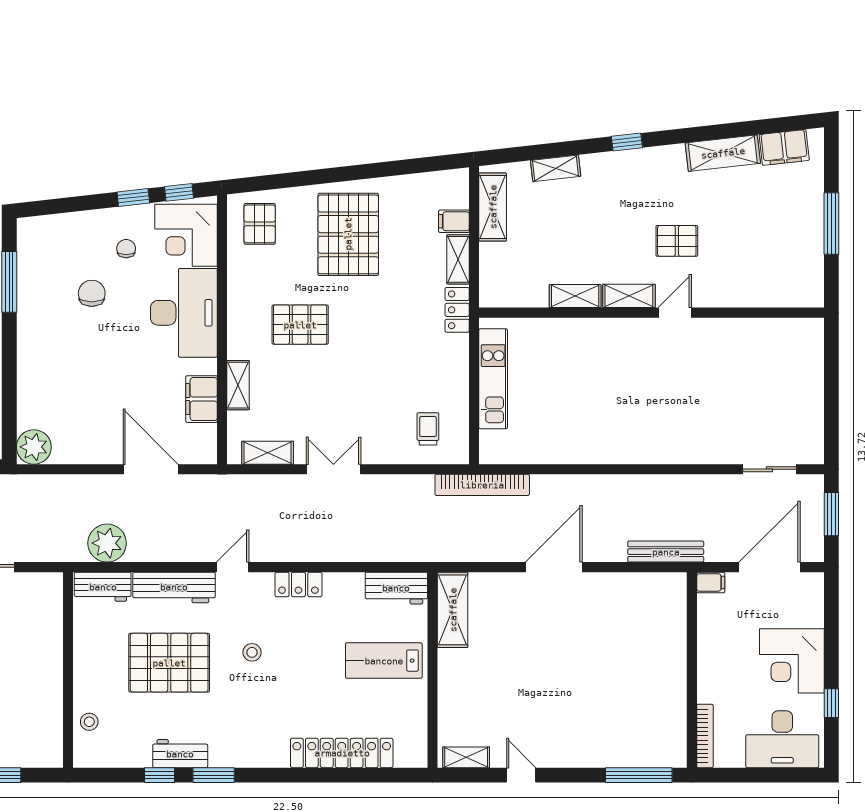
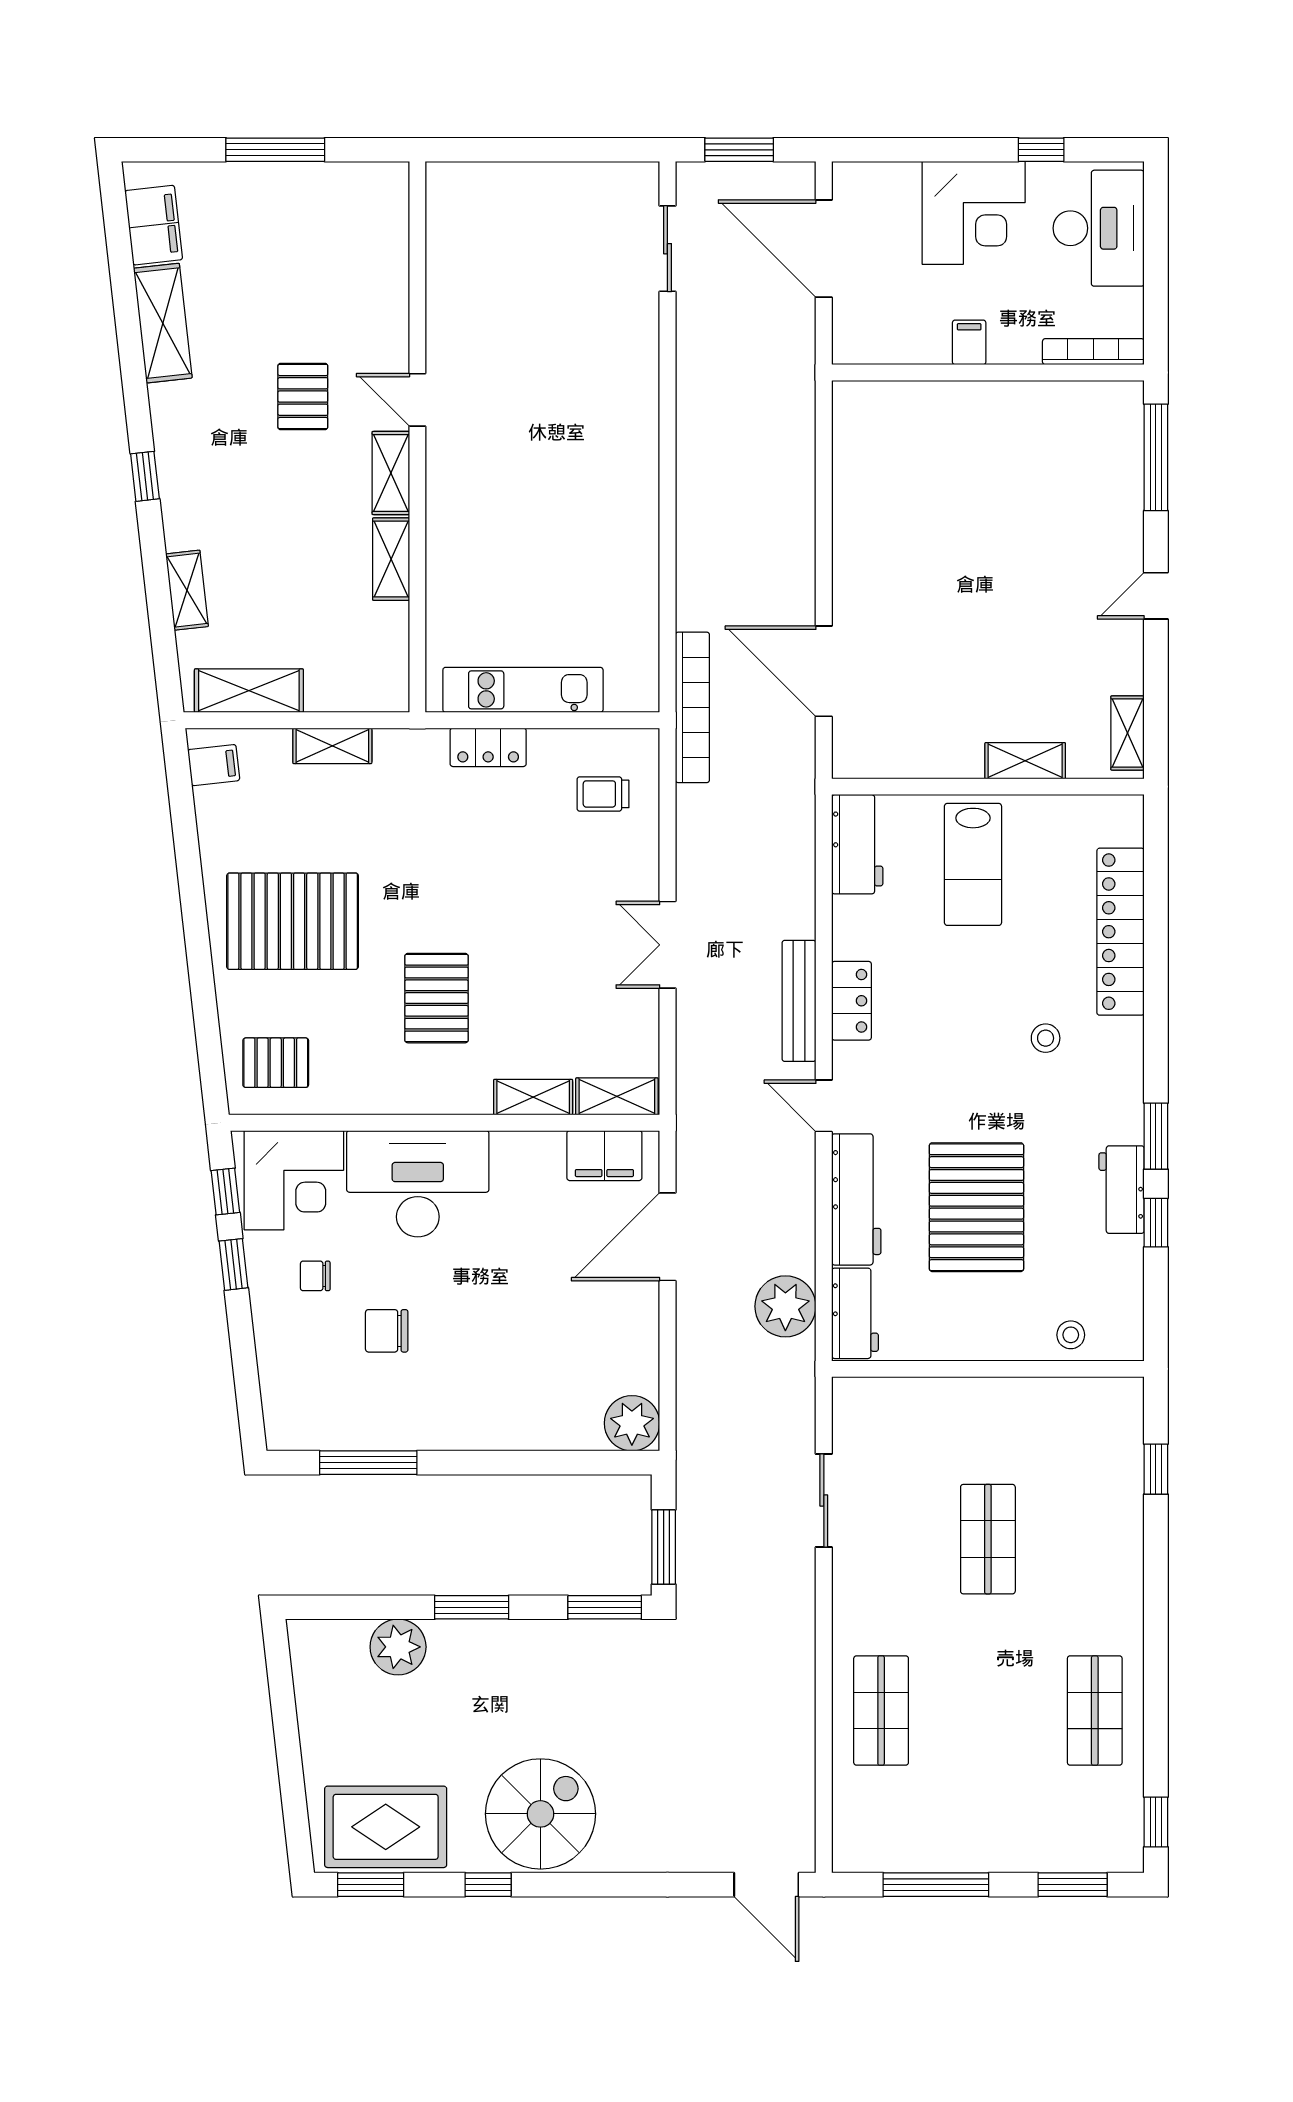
filing cabinet: (454, 221) -> (214, 765), moved, turned -96
locker: (457, 310) -> (488, 747), moved
filing cabinet: (202, 399) -> (604, 1156), moved
shelving: (268, 453) -> (617, 1096), moved, turned 90
bench: (666, 552) -> (799, 1001), moved
door: (554, 567) -> (824, 671), moved
filing cabinet: (711, 582) -> (969, 342), moved
shelving: (453, 610) -> (1025, 761), moved, width x0.67, depth x0.75
stool: (252, 652) -> (1046, 1038), moved
door: (521, 775) -> (1156, 596), moved

